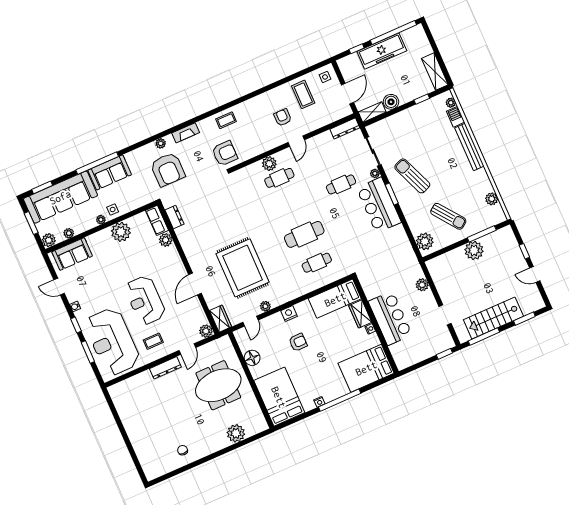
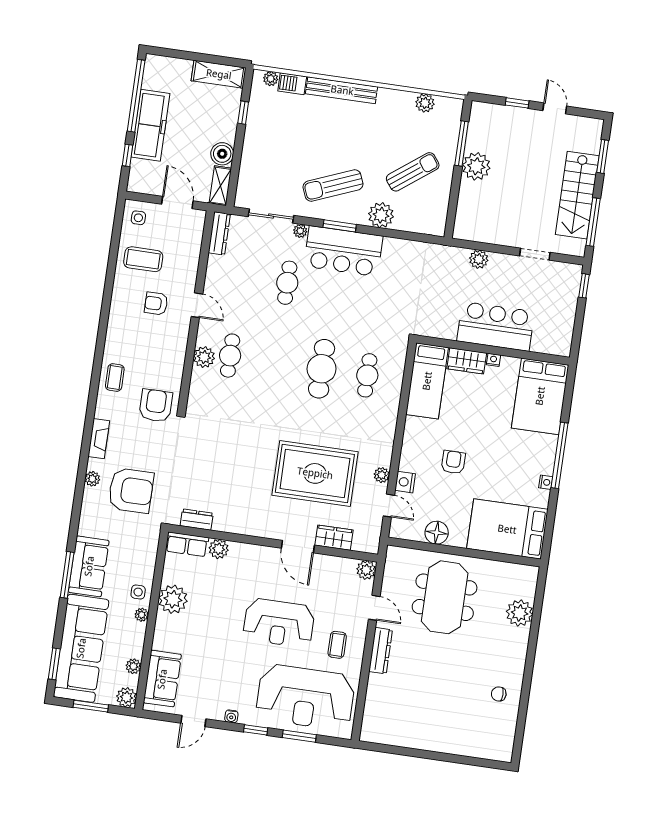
window: (97, 163) -> (67, 575), width x0.68
plant: (425, 241) -> (381, 215), moved
door: (535, 274) -> (555, 108), swing flipped
nightstand: (289, 313) -> (405, 482), moved
wardrobe: (221, 319) -> (334, 538), moved

